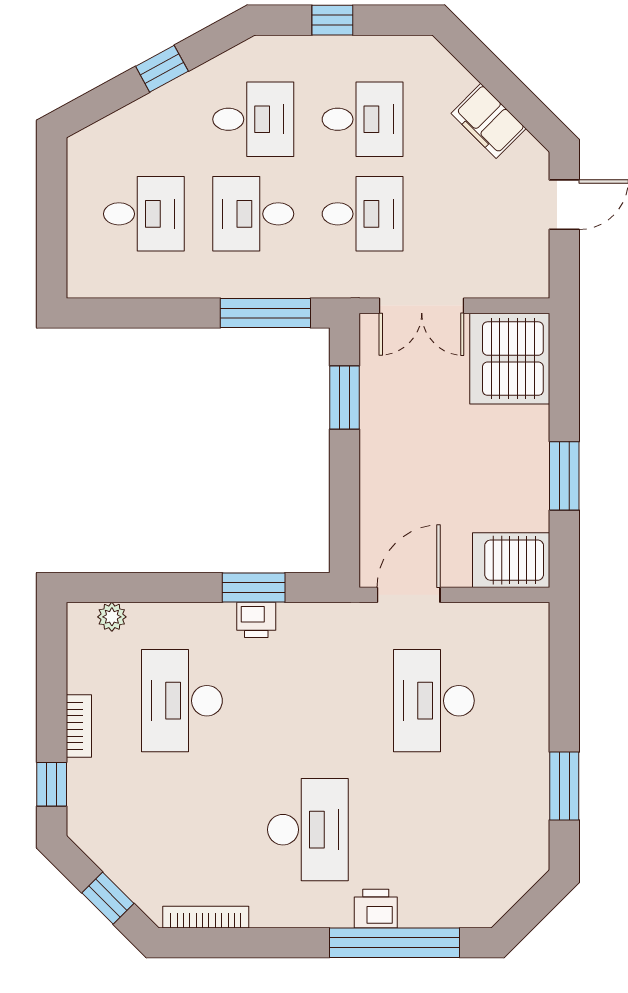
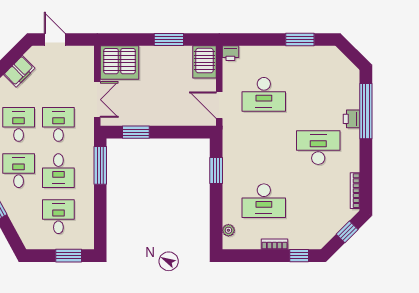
window: (52, 238) -> (69, 256), added
printer: (256, 620) -> (230, 53), moved, turned 90

